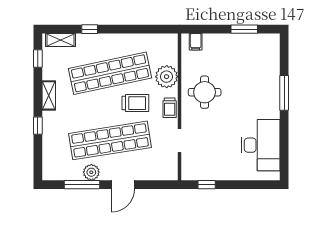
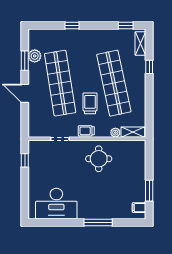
filing cabinet: (196, 42) -> (139, 208), moved
plant: (167, 77) -> (115, 133), width x0.53, depth x0.53
shelving: (49, 95) -> (133, 132), moved
trolley: (135, 103) -> (90, 103), turned 180
plant: (91, 172) -> (35, 56), moved
window: (82, 185) -> (25, 61), width x0.69

